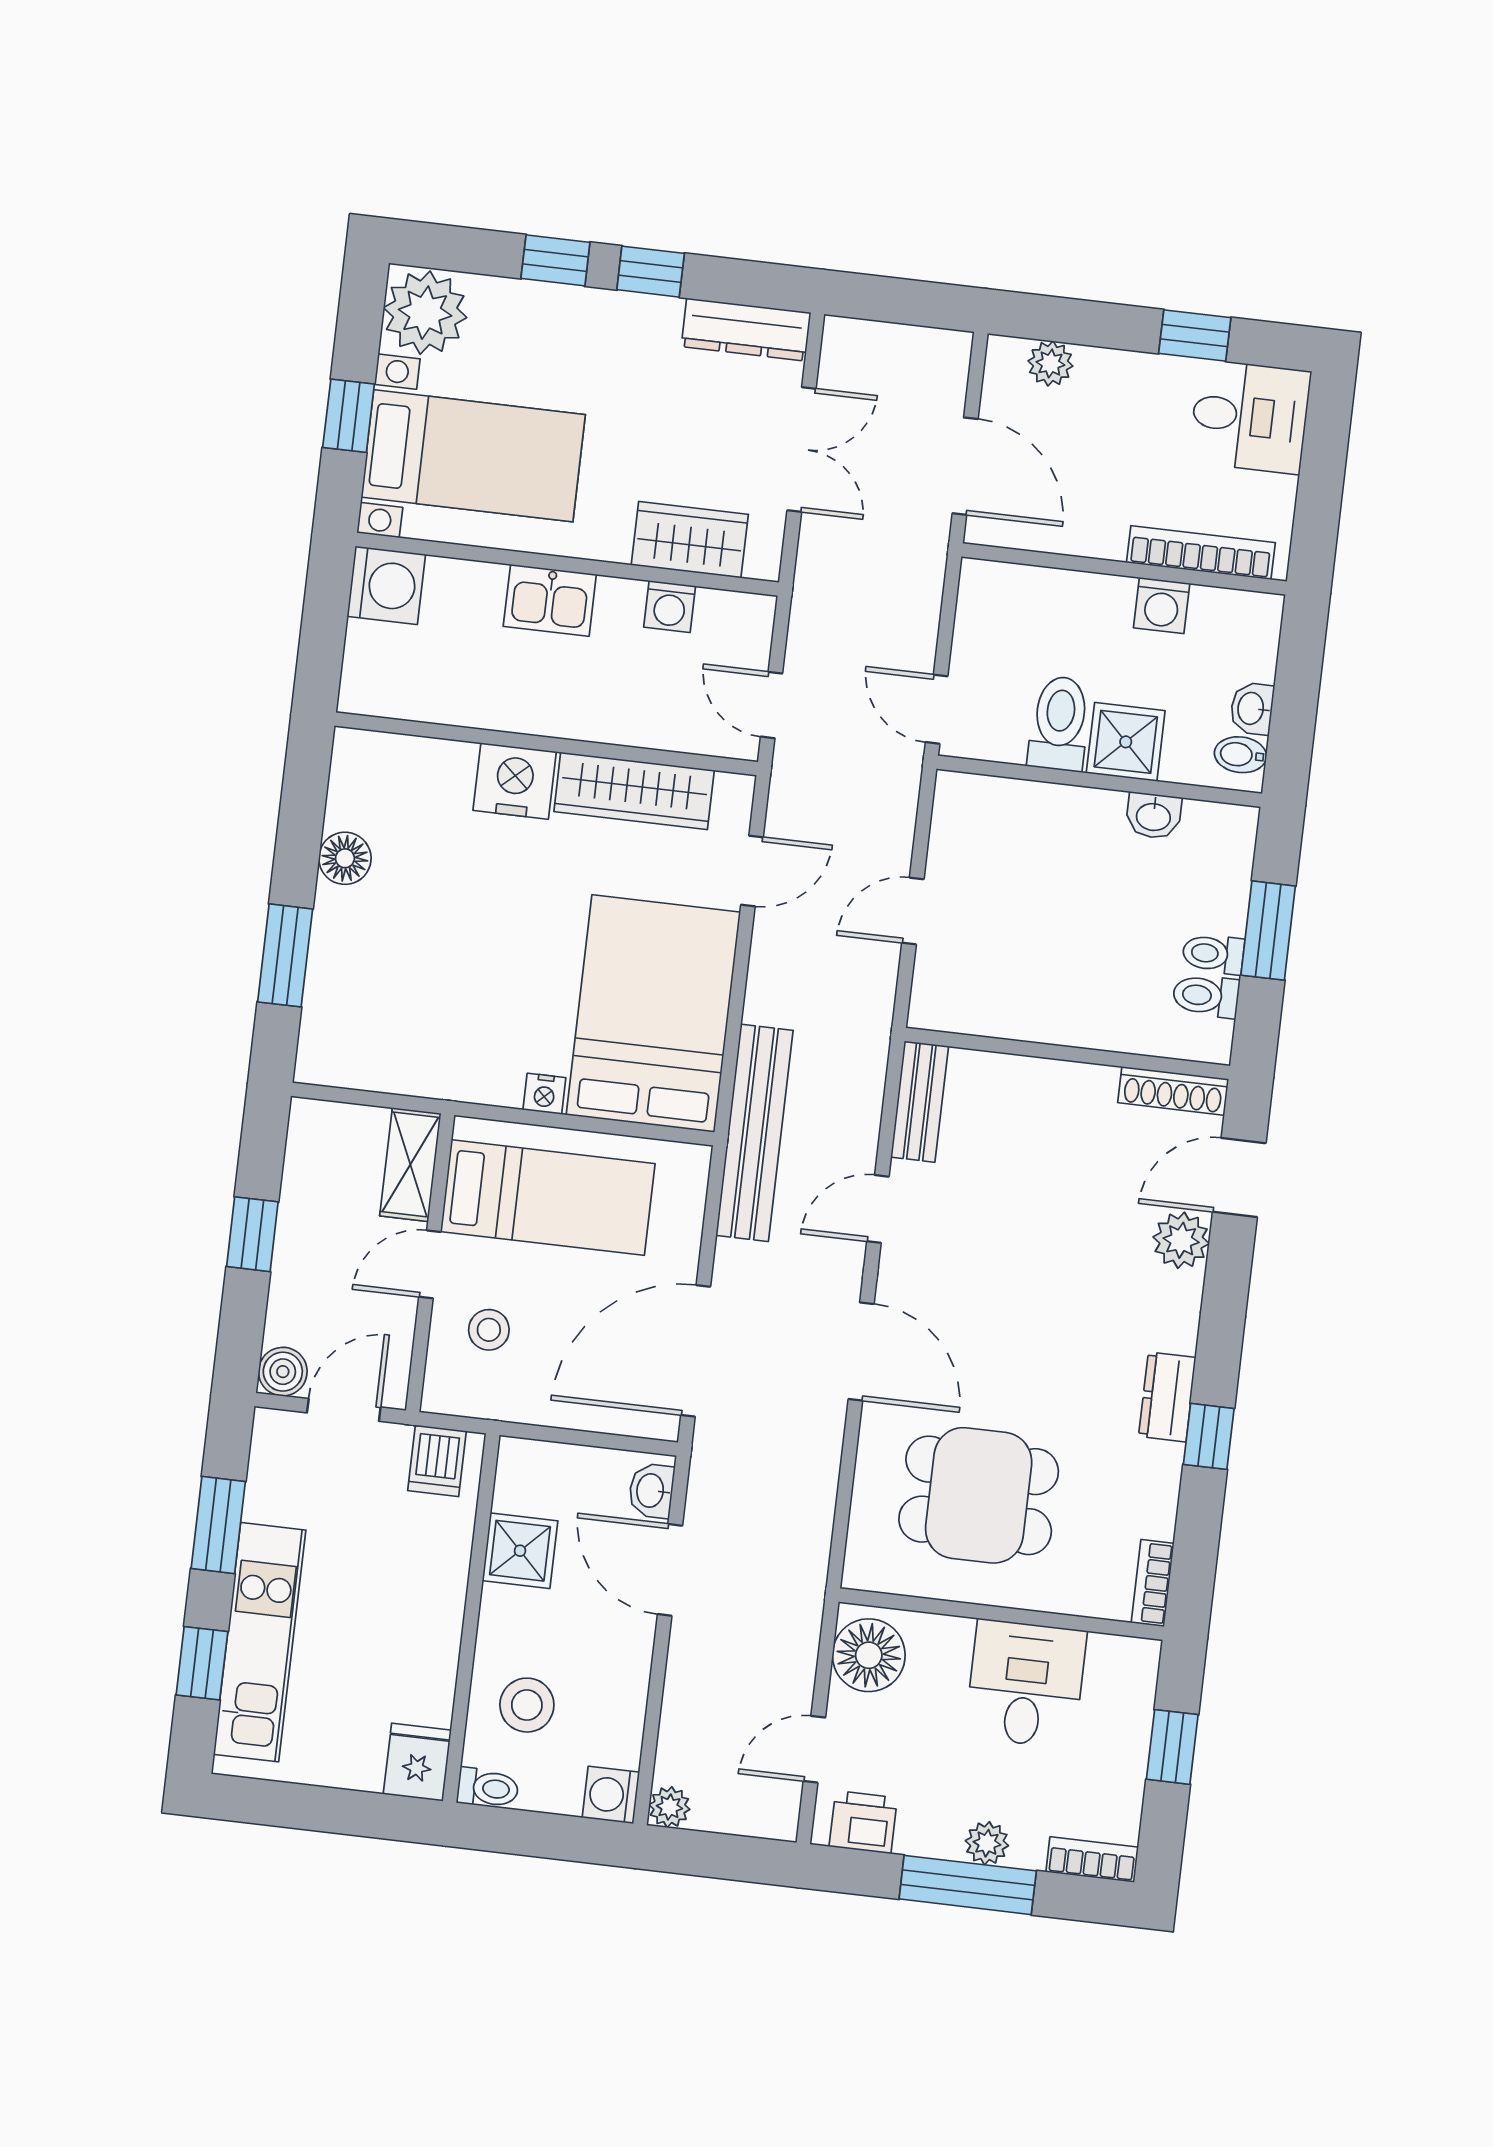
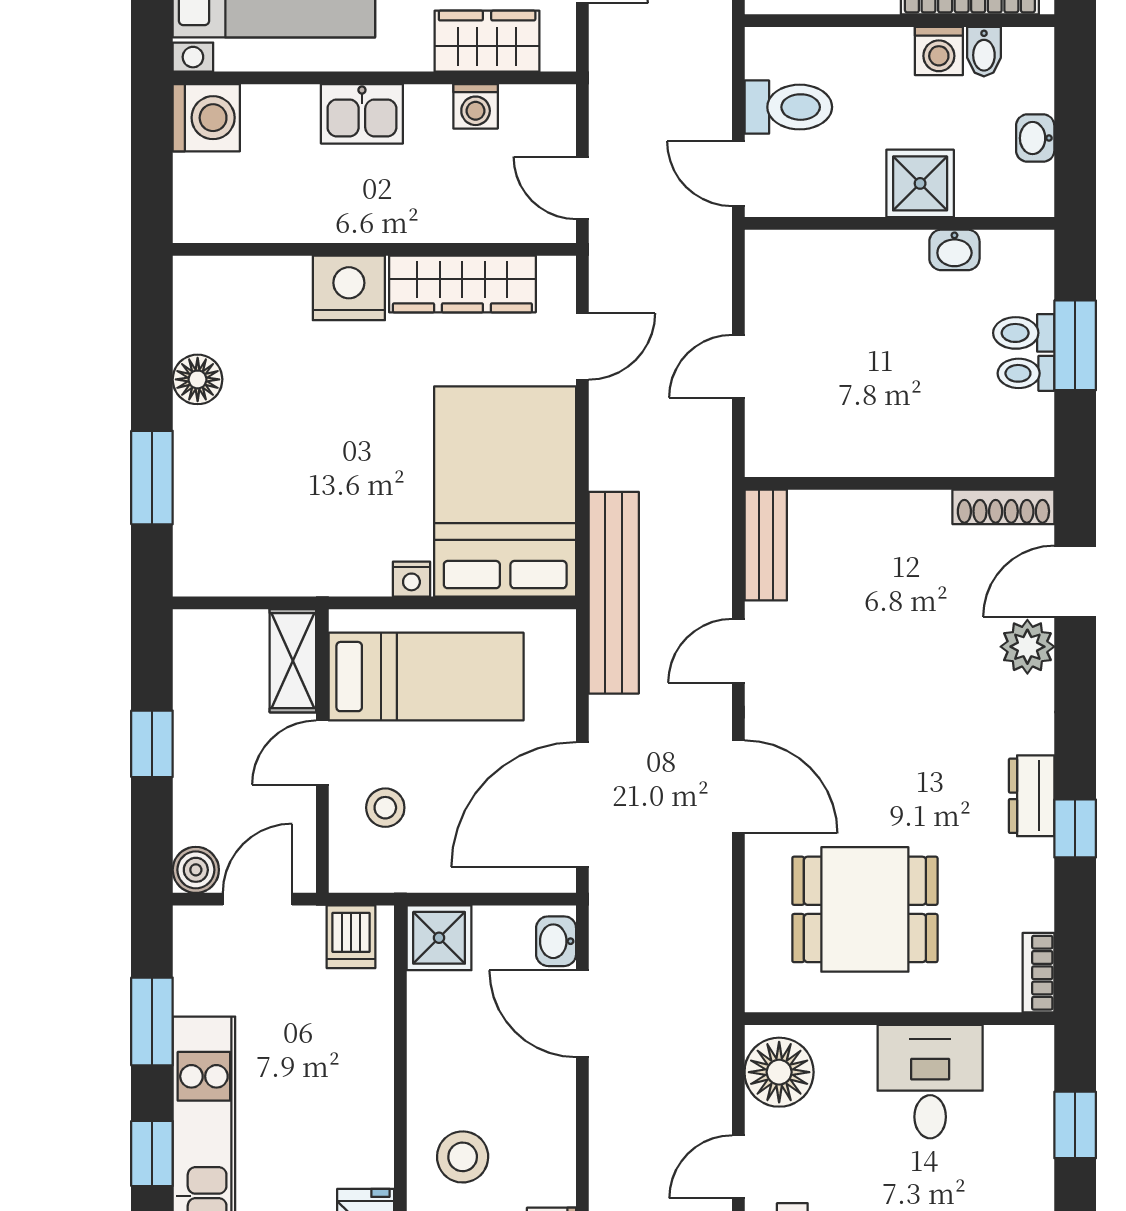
toilet: (1059, 723) -> (788, 107), moved, turned 90
bidet: (1240, 755) -> (984, 52), moved, turned -90
toilet: (1206, 996) -> (1024, 333), moved
shower: (520, 1551) -> (439, 938), moved

